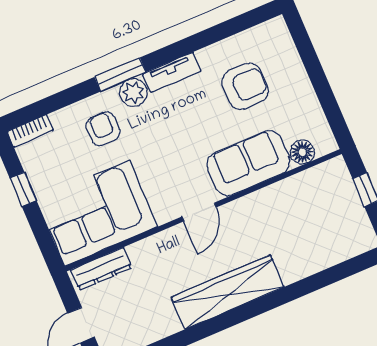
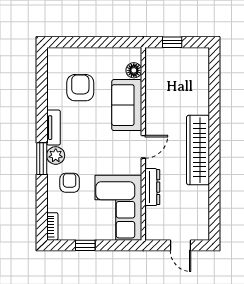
armchair: (103, 129) -> (70, 183), turned 90
door: (199, 212) -> (143, 147), hinge flipped
dresser: (101, 269) -> (152, 187), moved

